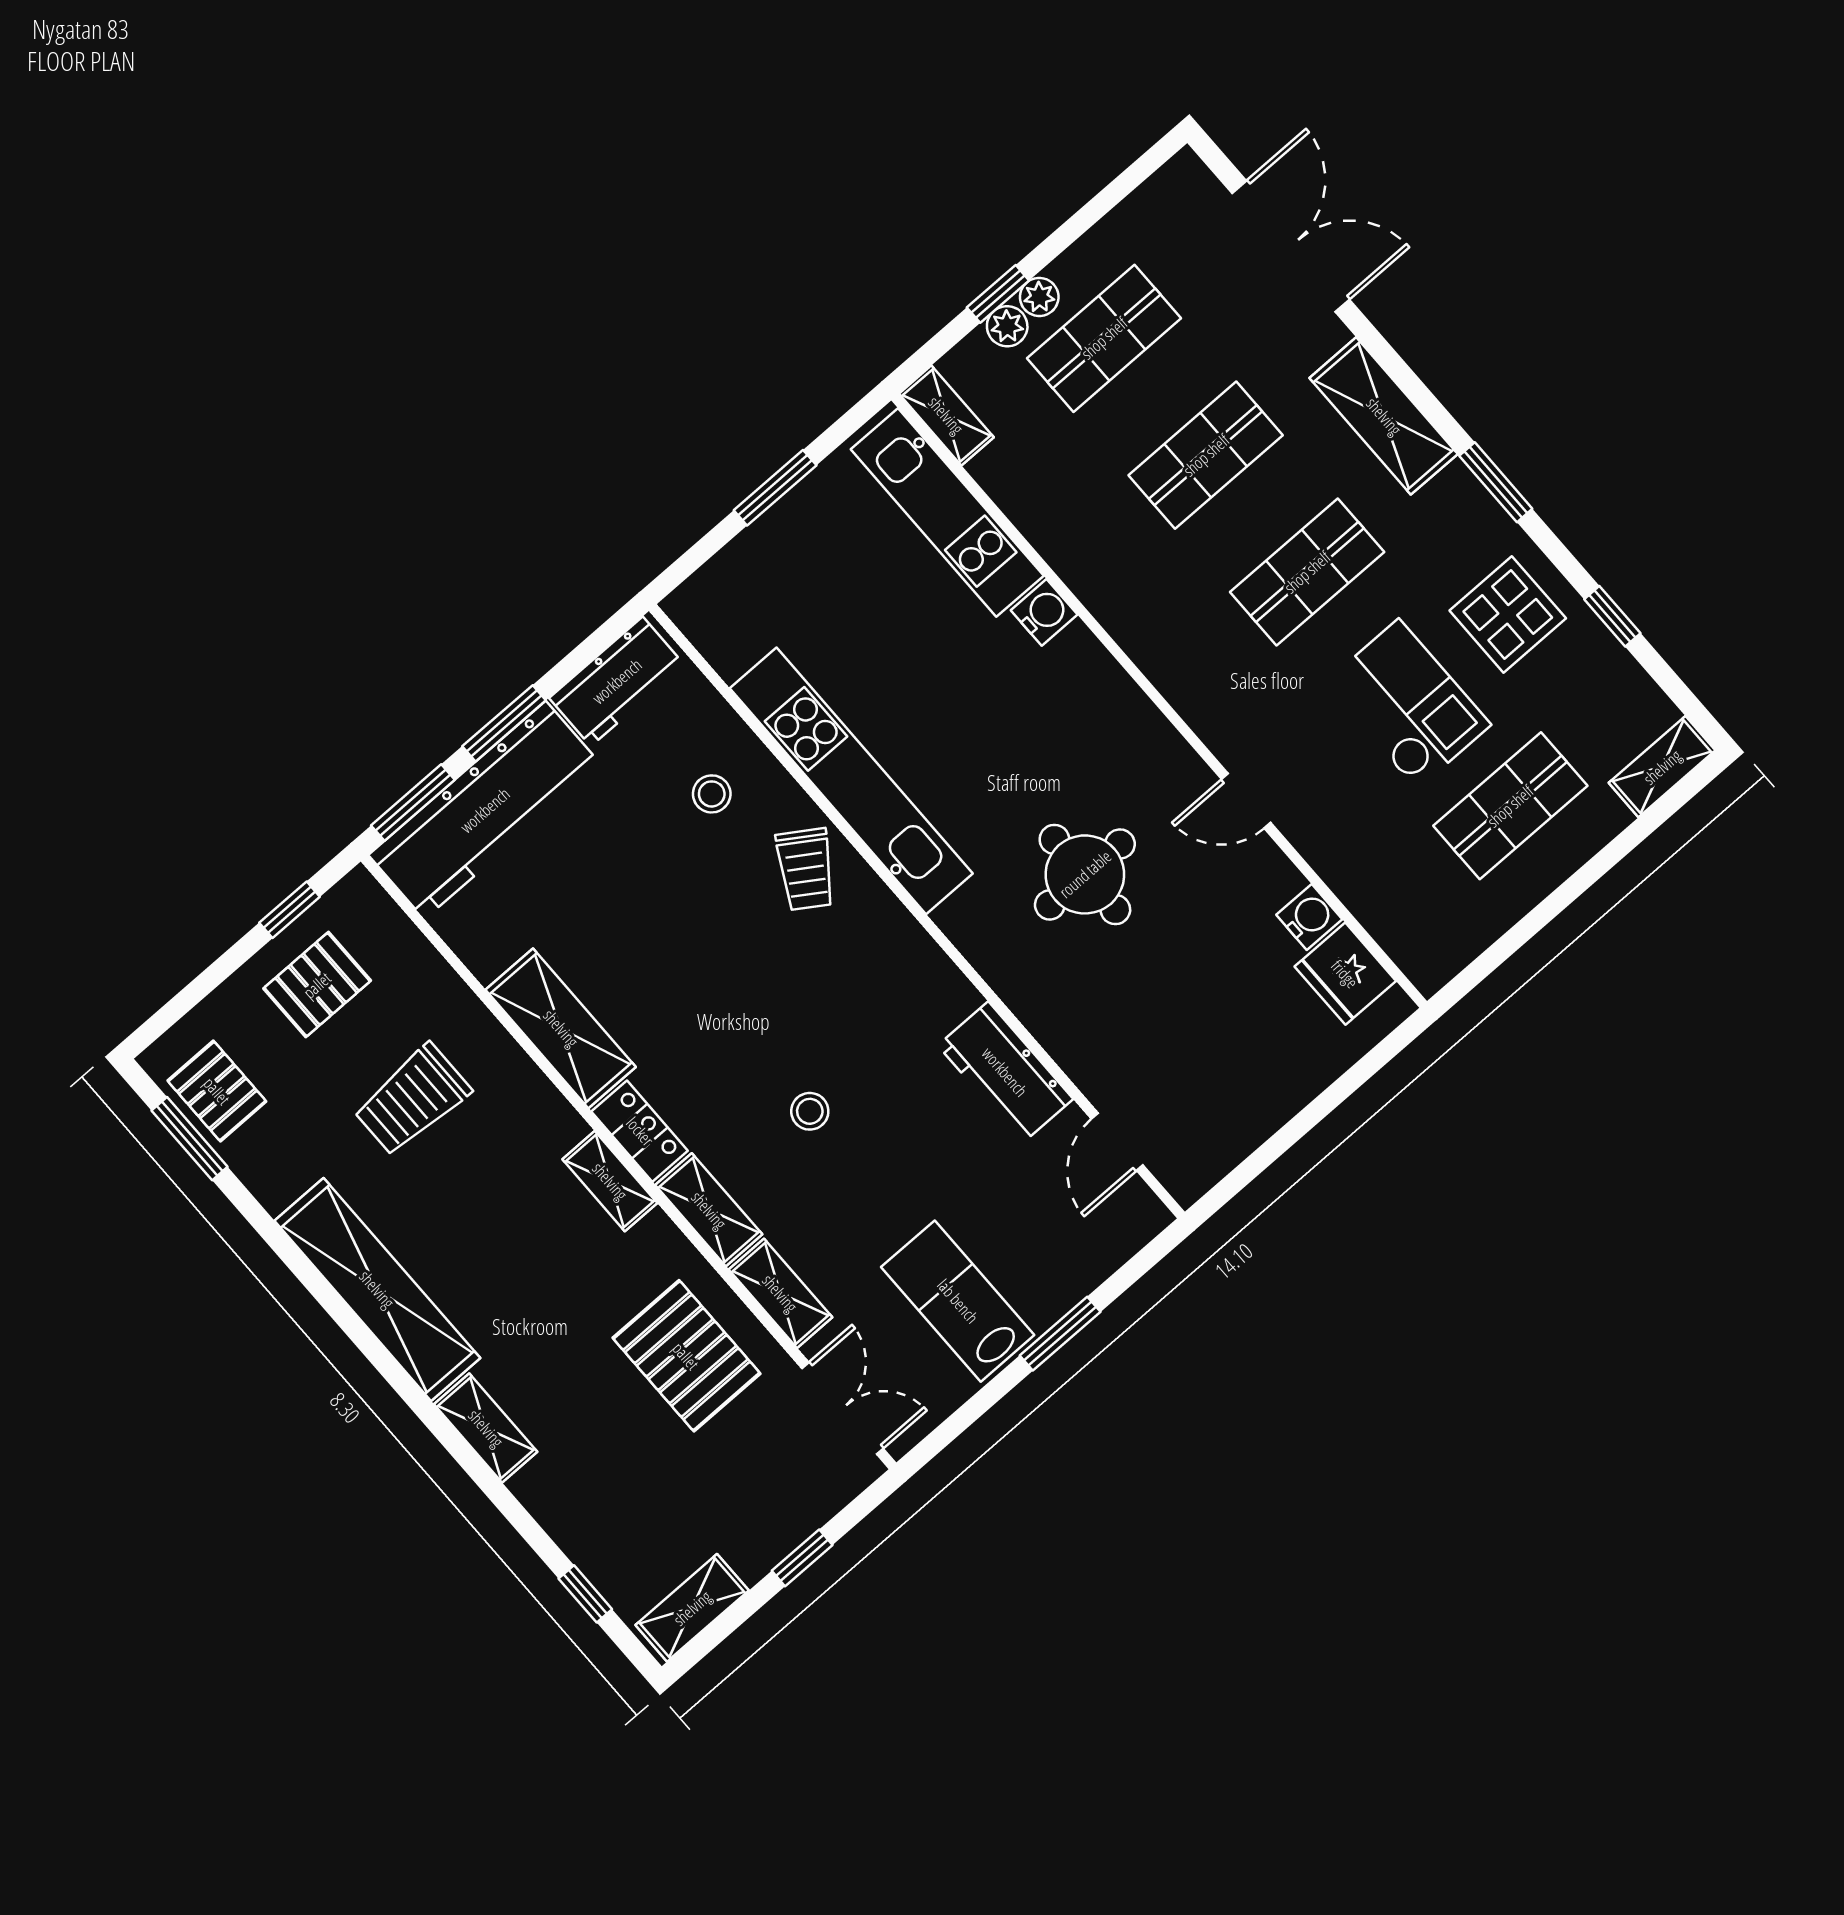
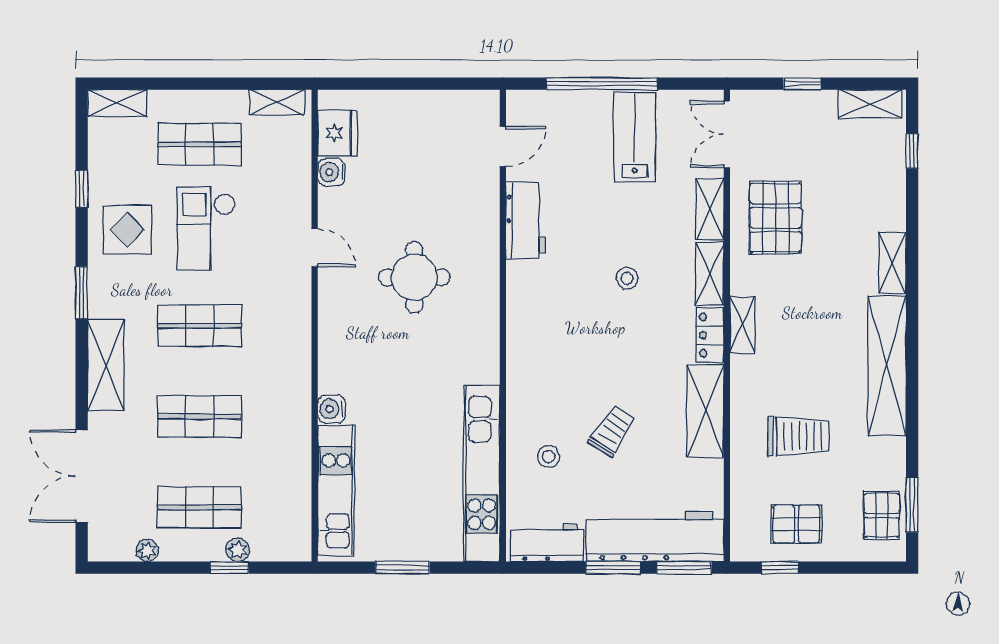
plant: (1039, 297) -> (147, 550), moved
shelving: (946, 415) -> (277, 102), moved, turned 90
kitchen unit: (851, 781) -> (482, 474), moved
trolley: (806, 869) -> (612, 431), moved
lab bench: (958, 1301) -> (635, 137), turned 180
window: (1060, 1334) -> (602, 84), width x2.11

